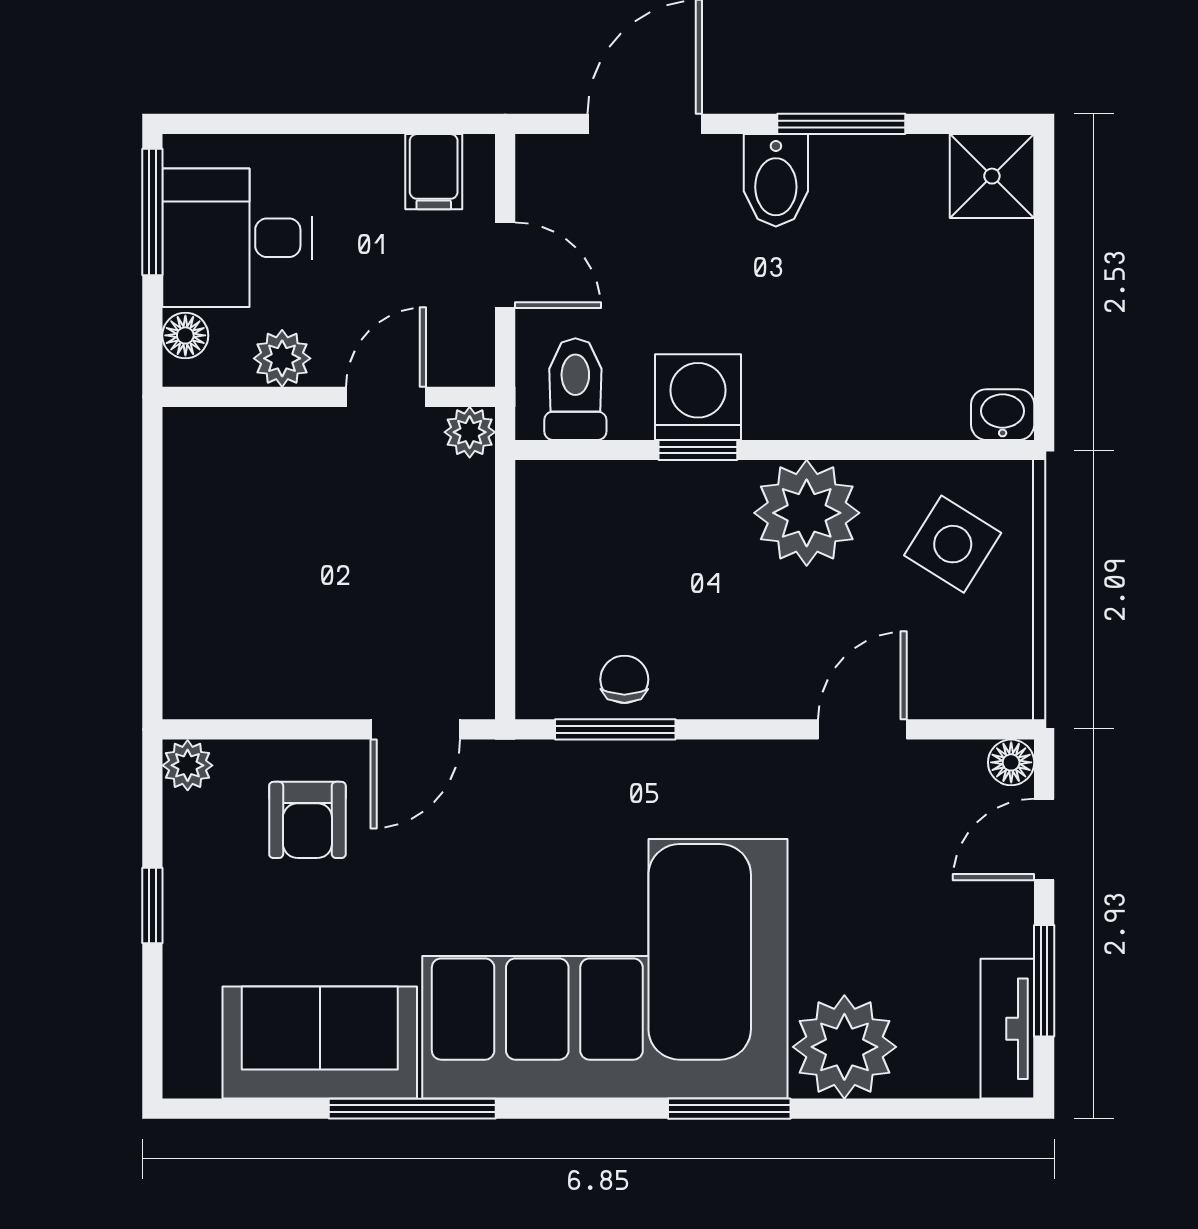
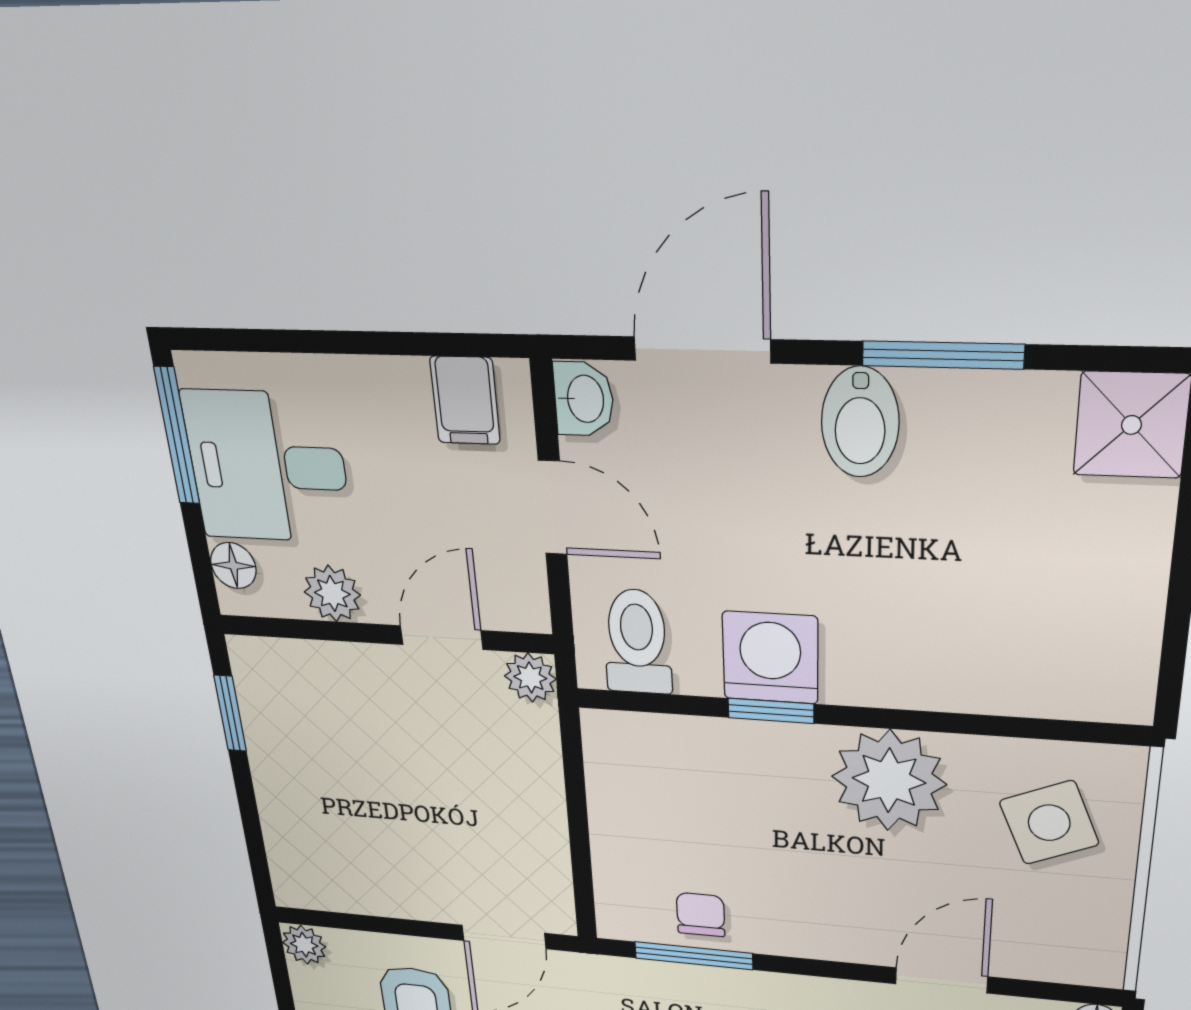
washbasin: (1003, 415) -> (584, 399), moved, turned 90
window: (152, 493) -> (230, 713), added
side table: (953, 544) -> (1049, 823), turned 35

